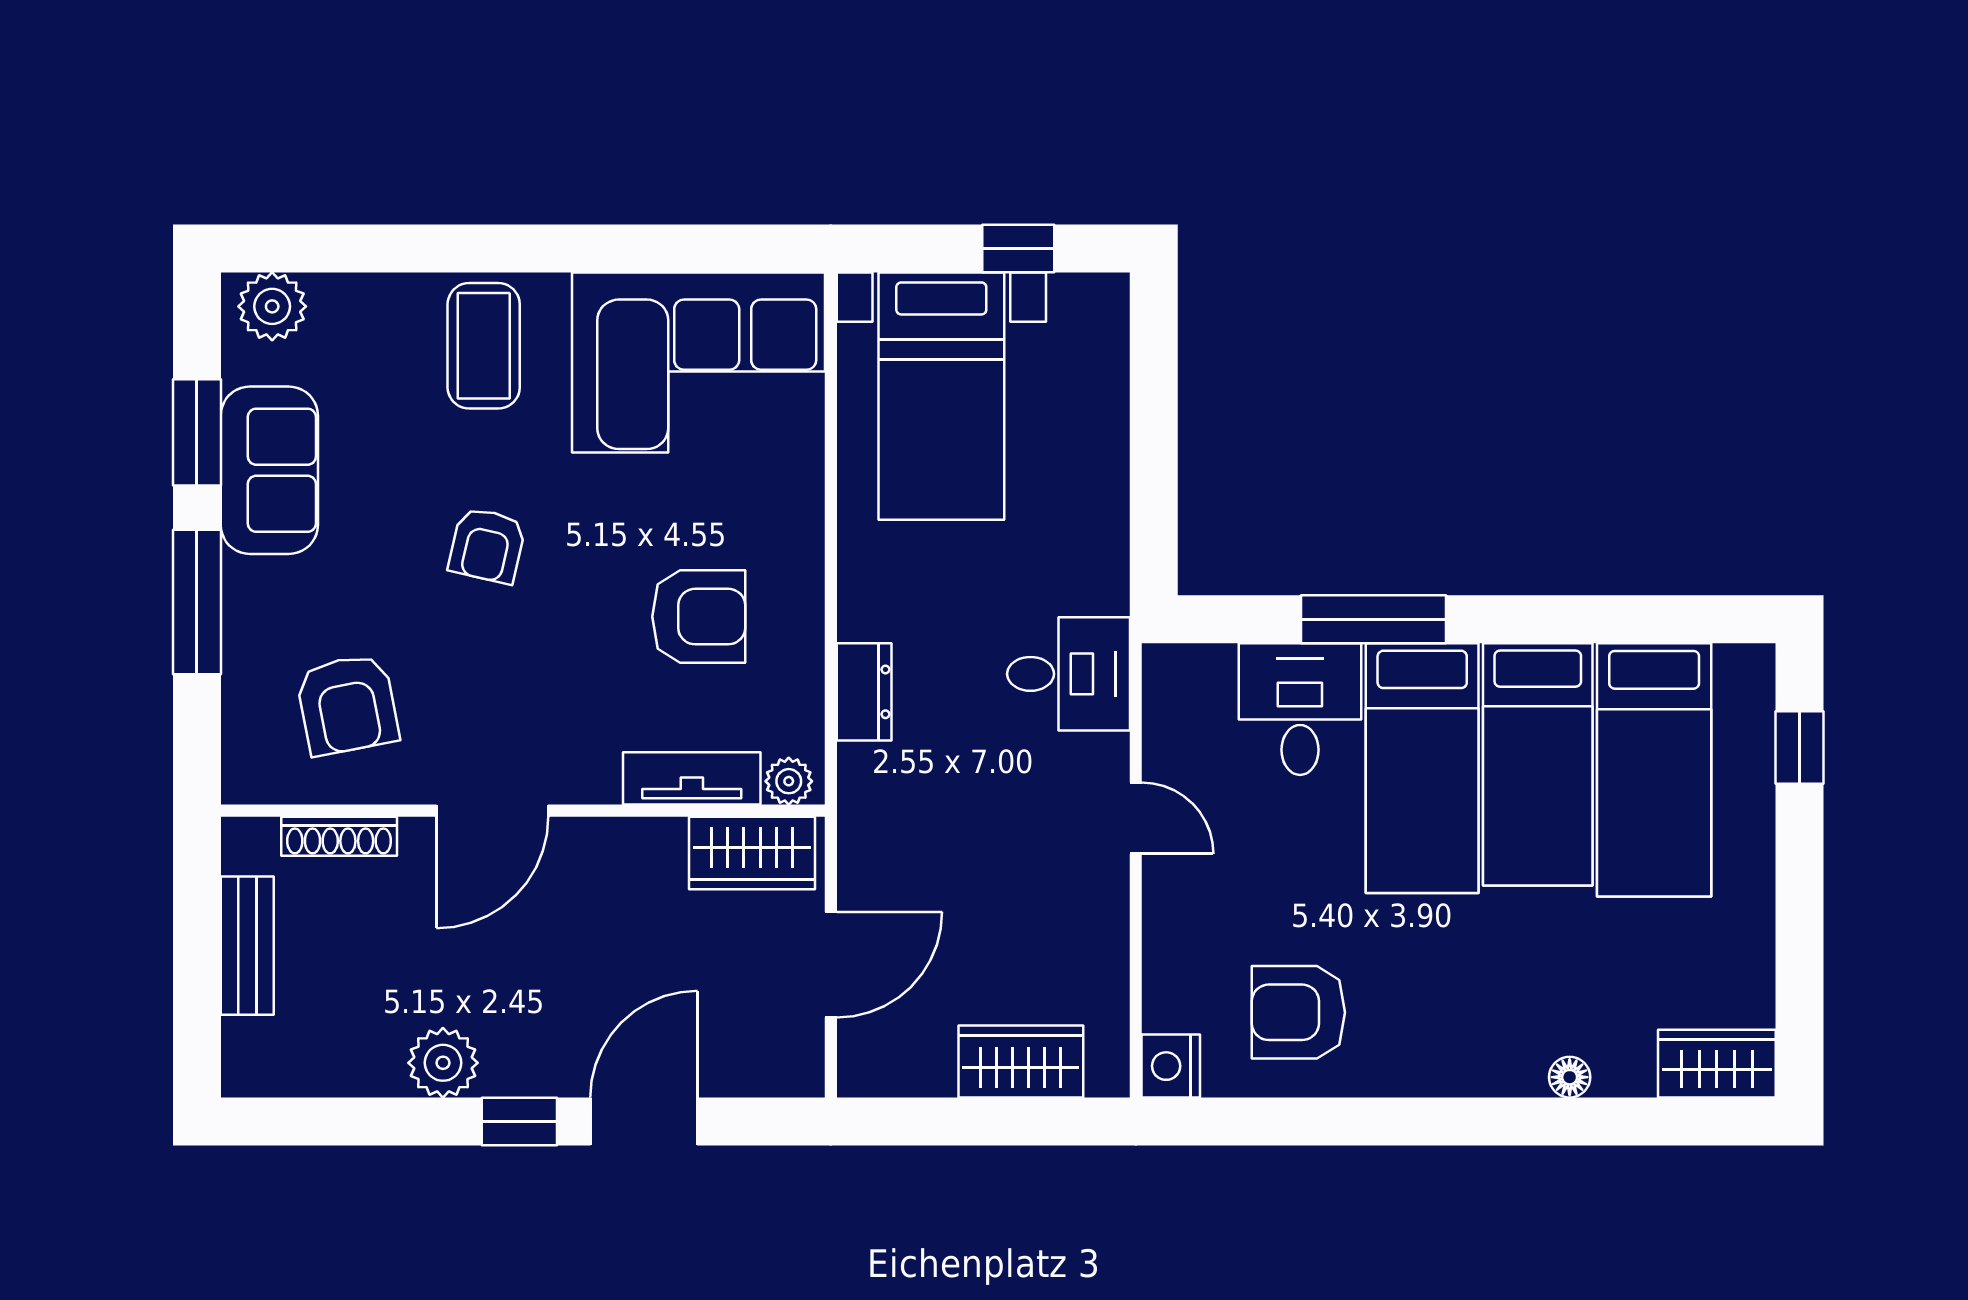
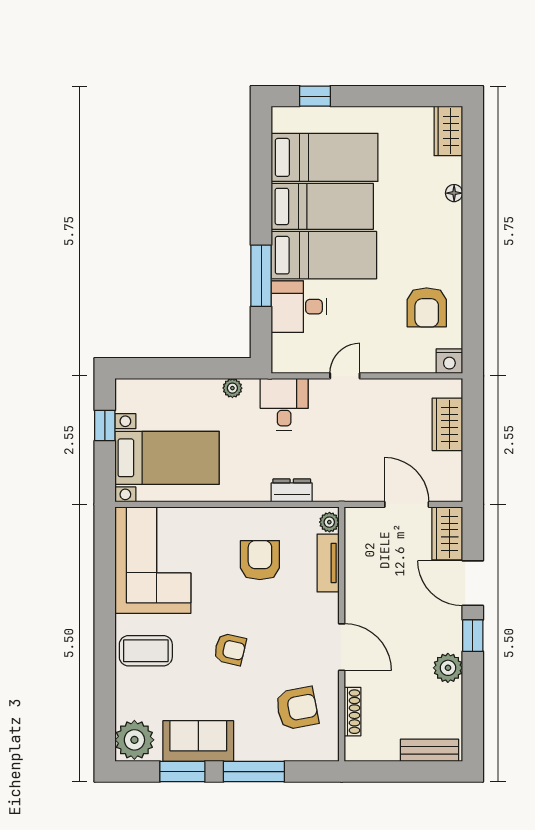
plant: (272, 306) -> (134, 740), width x1.36, depth x1.36
plant: (1107, 551) -> (232, 388), added
wardrobe: (752, 853) -> (447, 533), moved, turned 180
bench: (247, 946) -> (430, 750), moved

